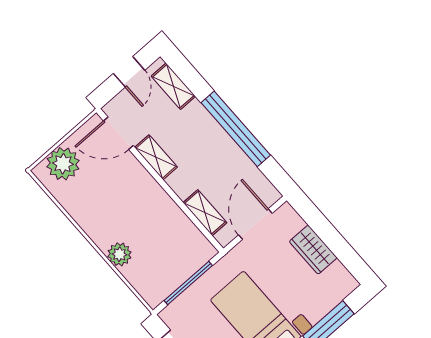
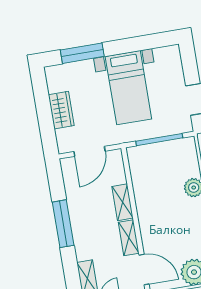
window: (236, 129) -> (63, 224), width x0.68
shelving: (205, 213) -> (123, 202), moved

